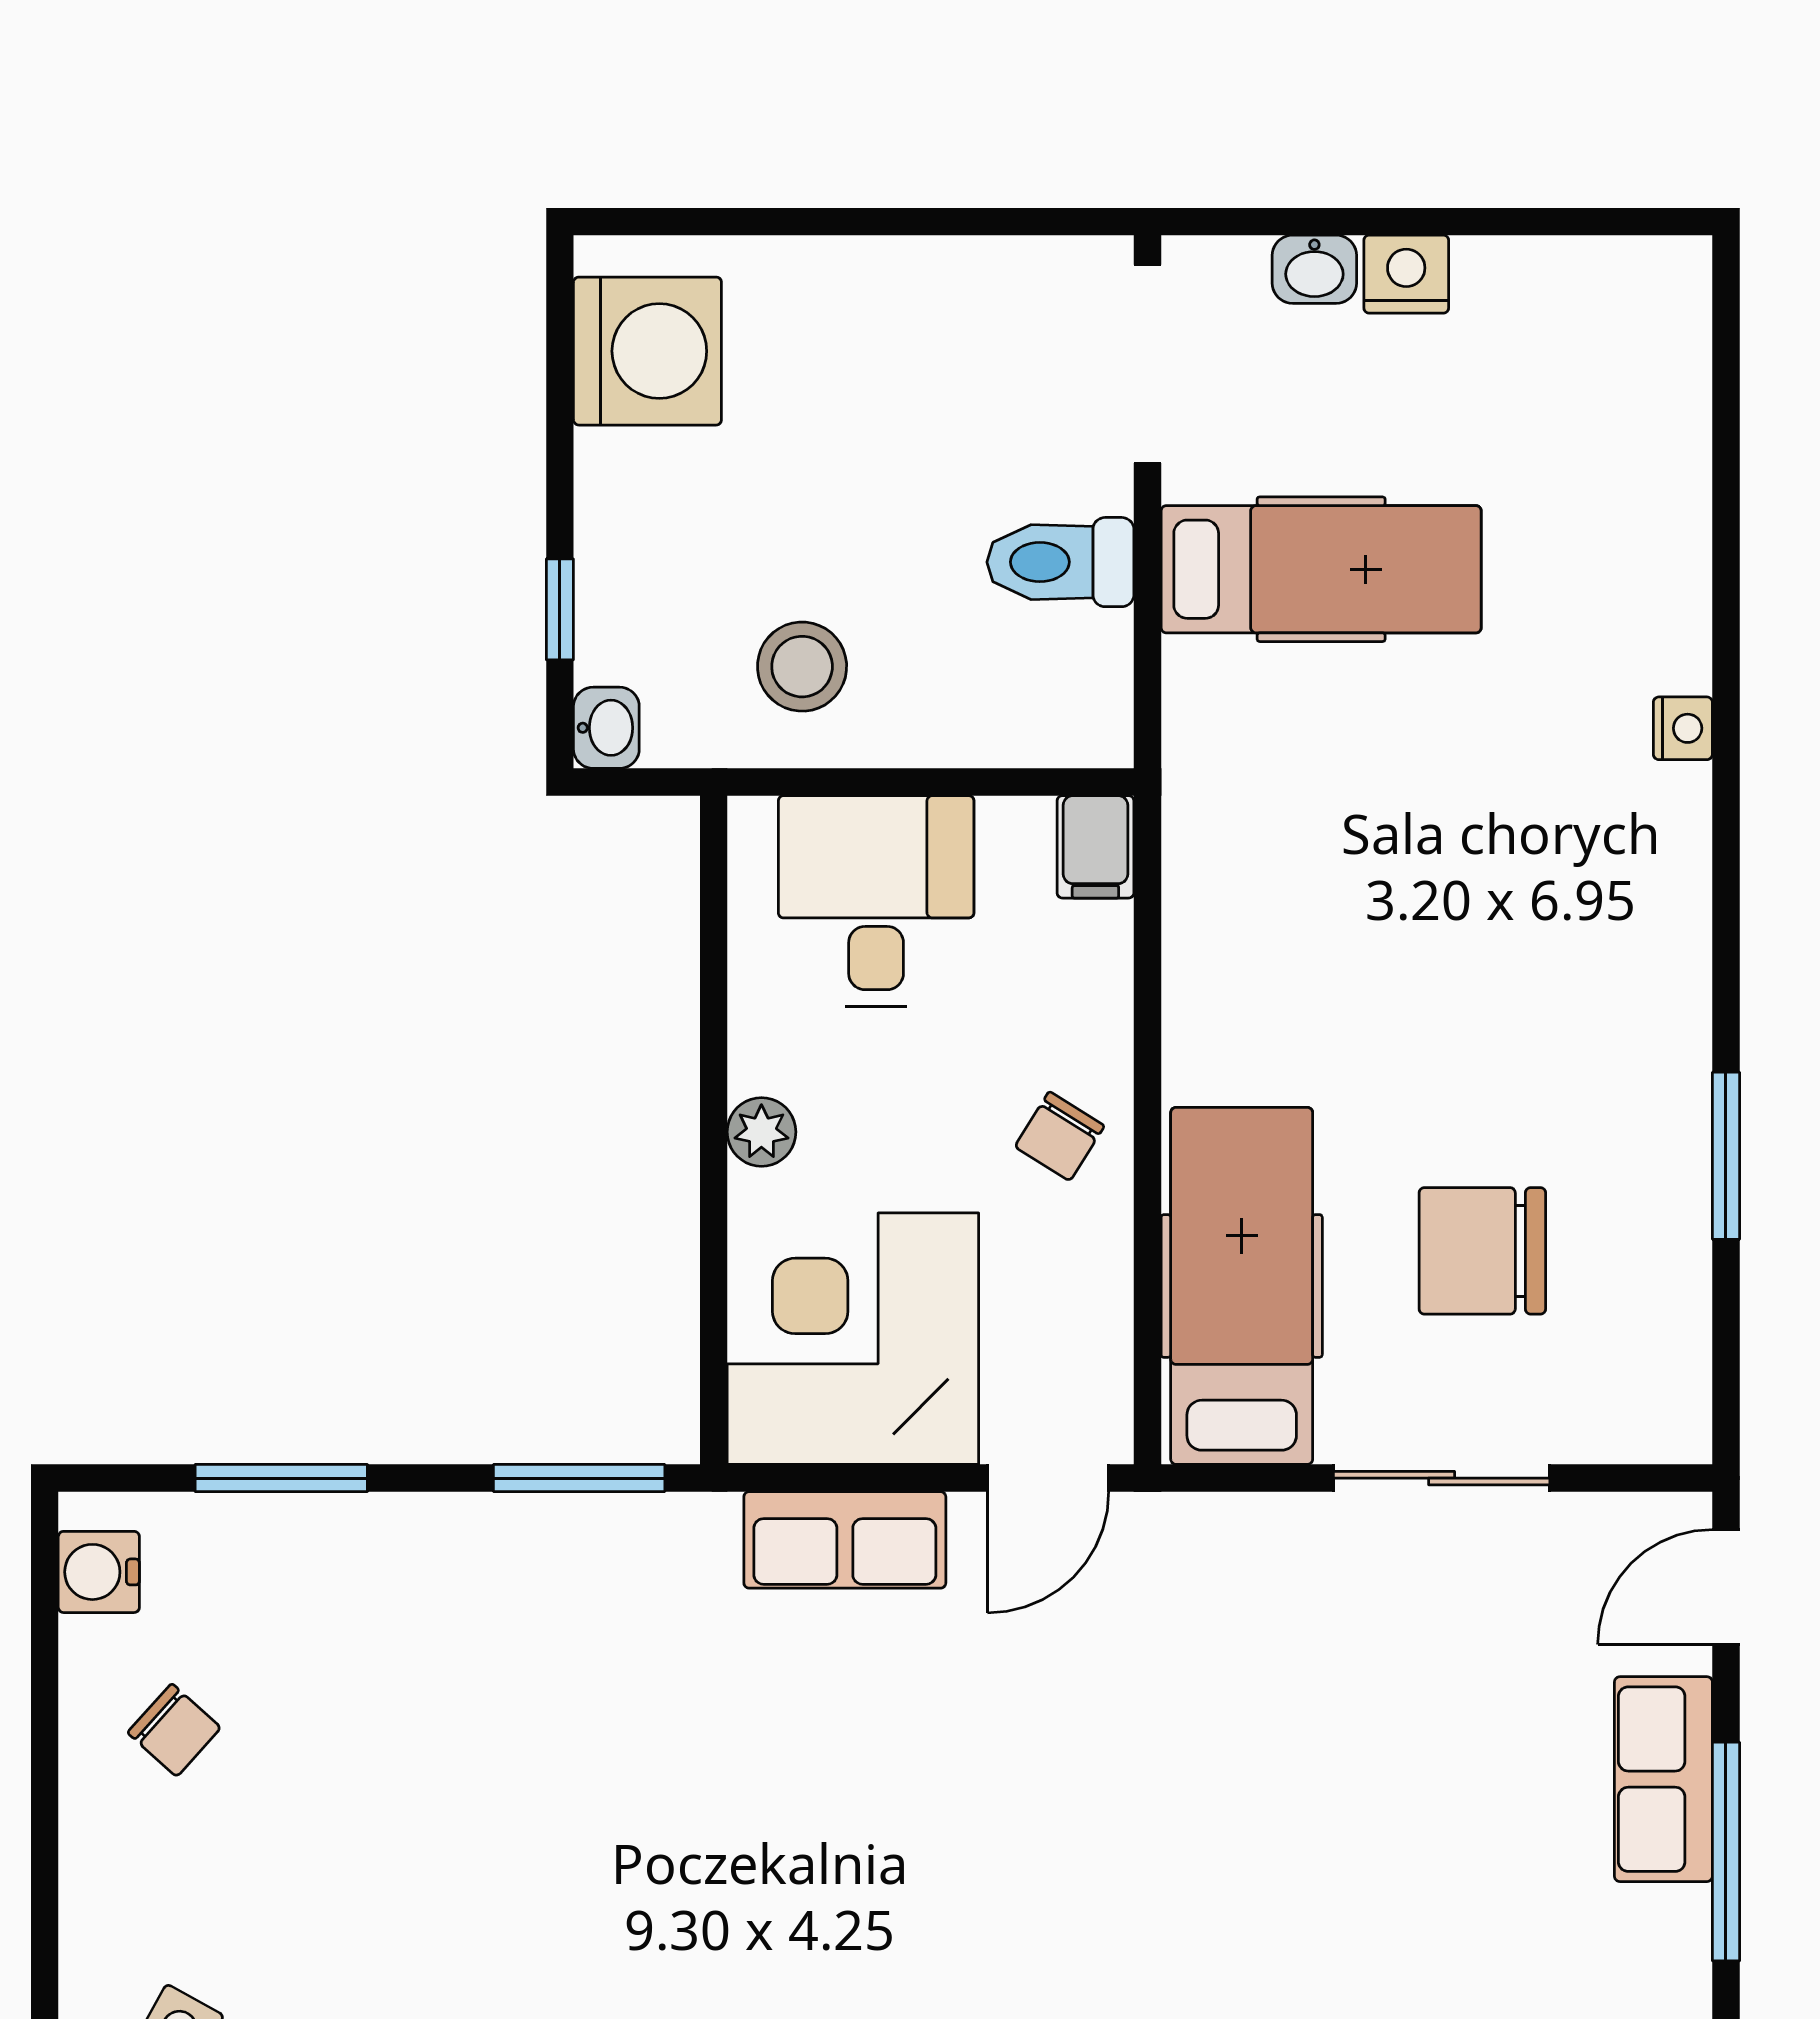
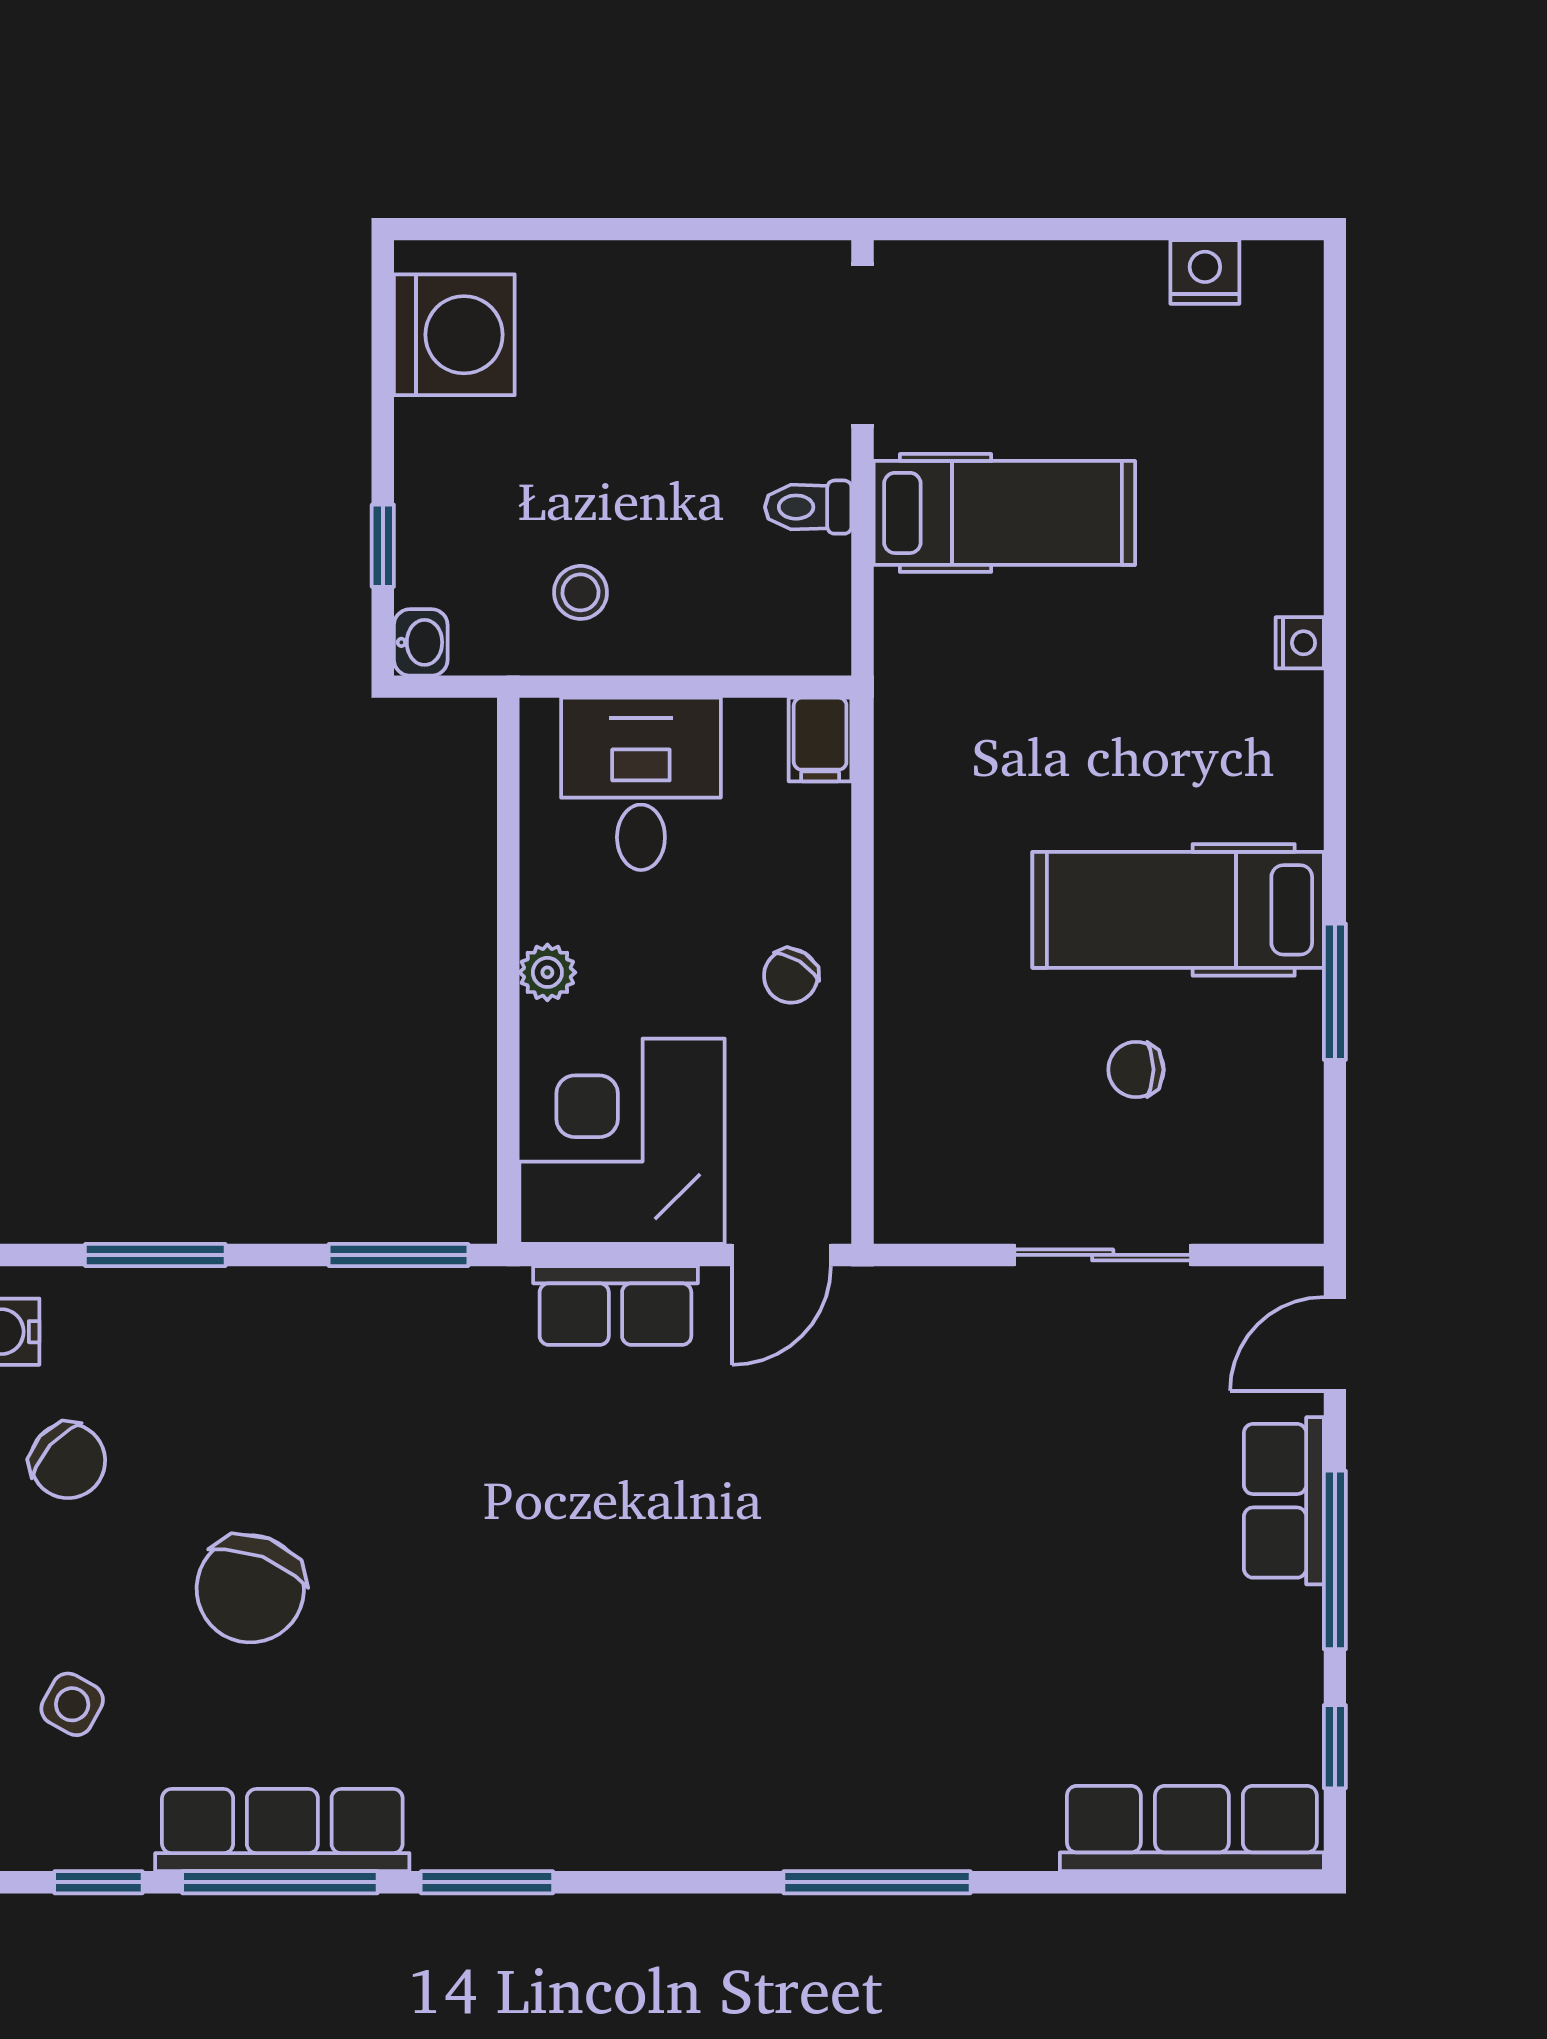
washbasin: (1314, 269) -> (999, 268), removed
nightstand: (1406, 274) -> (1205, 272), moved
toilet: (1060, 562) -> (808, 507), width x0.73, depth x0.72
stool: (802, 667) -> (581, 592), width x0.73, depth x0.73
chair: (1482, 1251) -> (1136, 1070), width x0.54, depth x0.54
hospital bed: (1242, 1286) -> (1178, 910), moved, turned -90
chair: (174, 1730) -> (68, 1461), width x1.37, depth x1.37
chair: (398, 1887) -> (250, 1589), added

